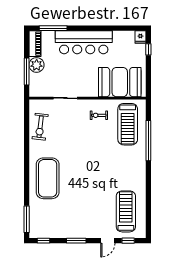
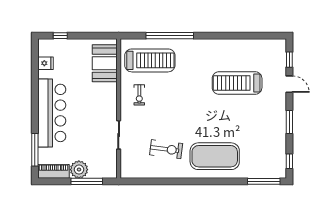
fridge: (140, 37) -> (46, 63), moved
booth: (120, 82) -> (105, 63), width x0.73, depth x0.70
exercise bike: (40, 127) -> (166, 149), moved
treadmill: (126, 211) -> (237, 83), moved

